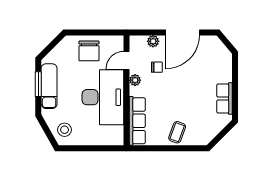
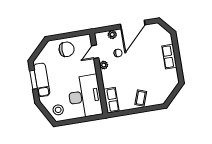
chair: (89, 51) -> (67, 49), turned -90
desk: (103, 97) -> (85, 96), moved
row of seats: (224, 99) -> (169, 57), moved
row of seats: (137, 121) -> (111, 100), width x0.68

